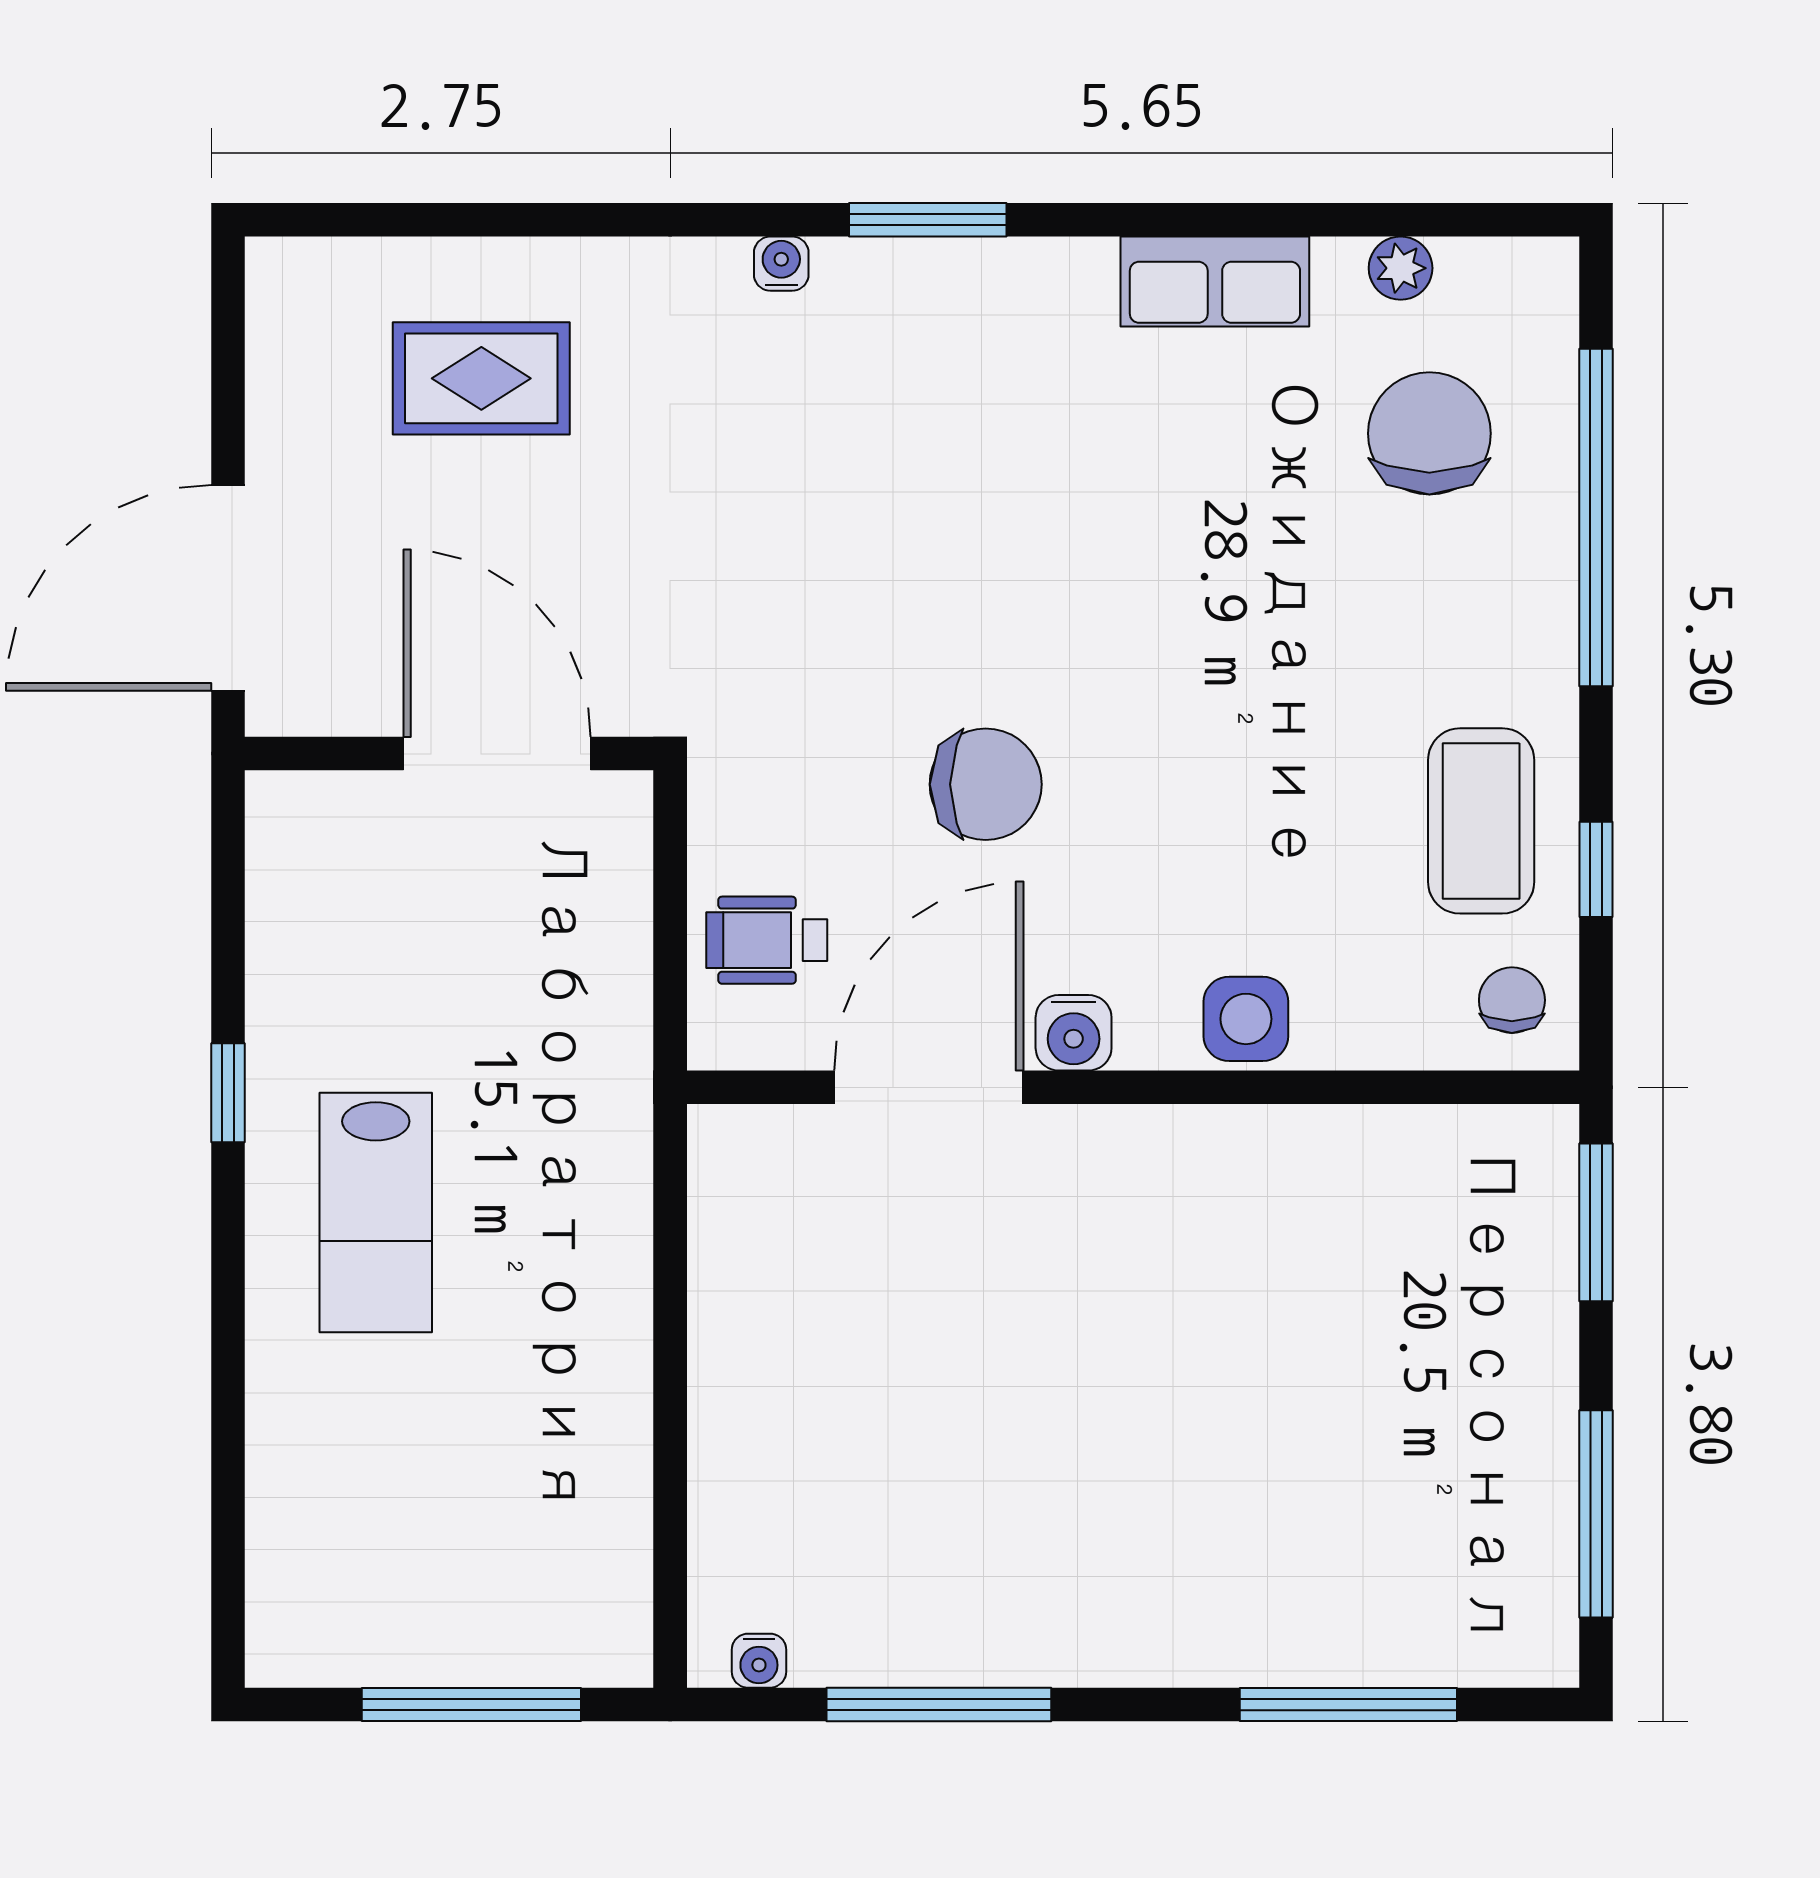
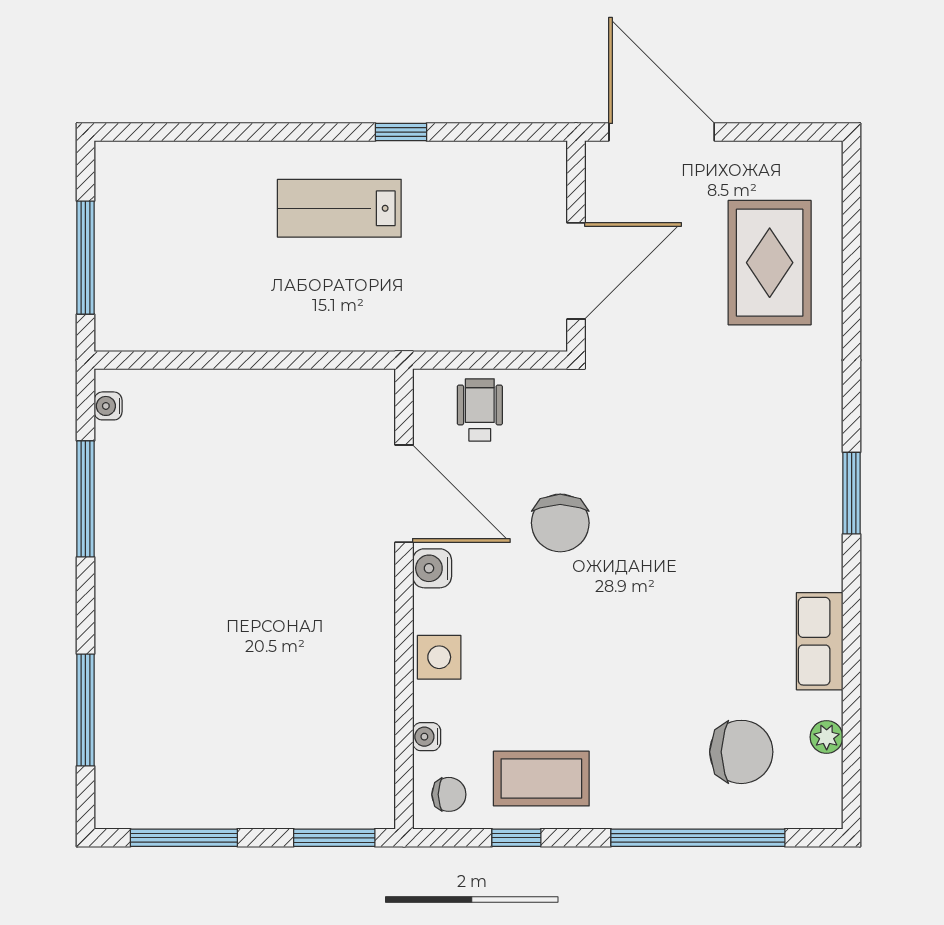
water cooler: (781, 264) -> (427, 737), moved, turned 180
rug: (481, 378) -> (770, 263), width x1.36, depth x1.43

